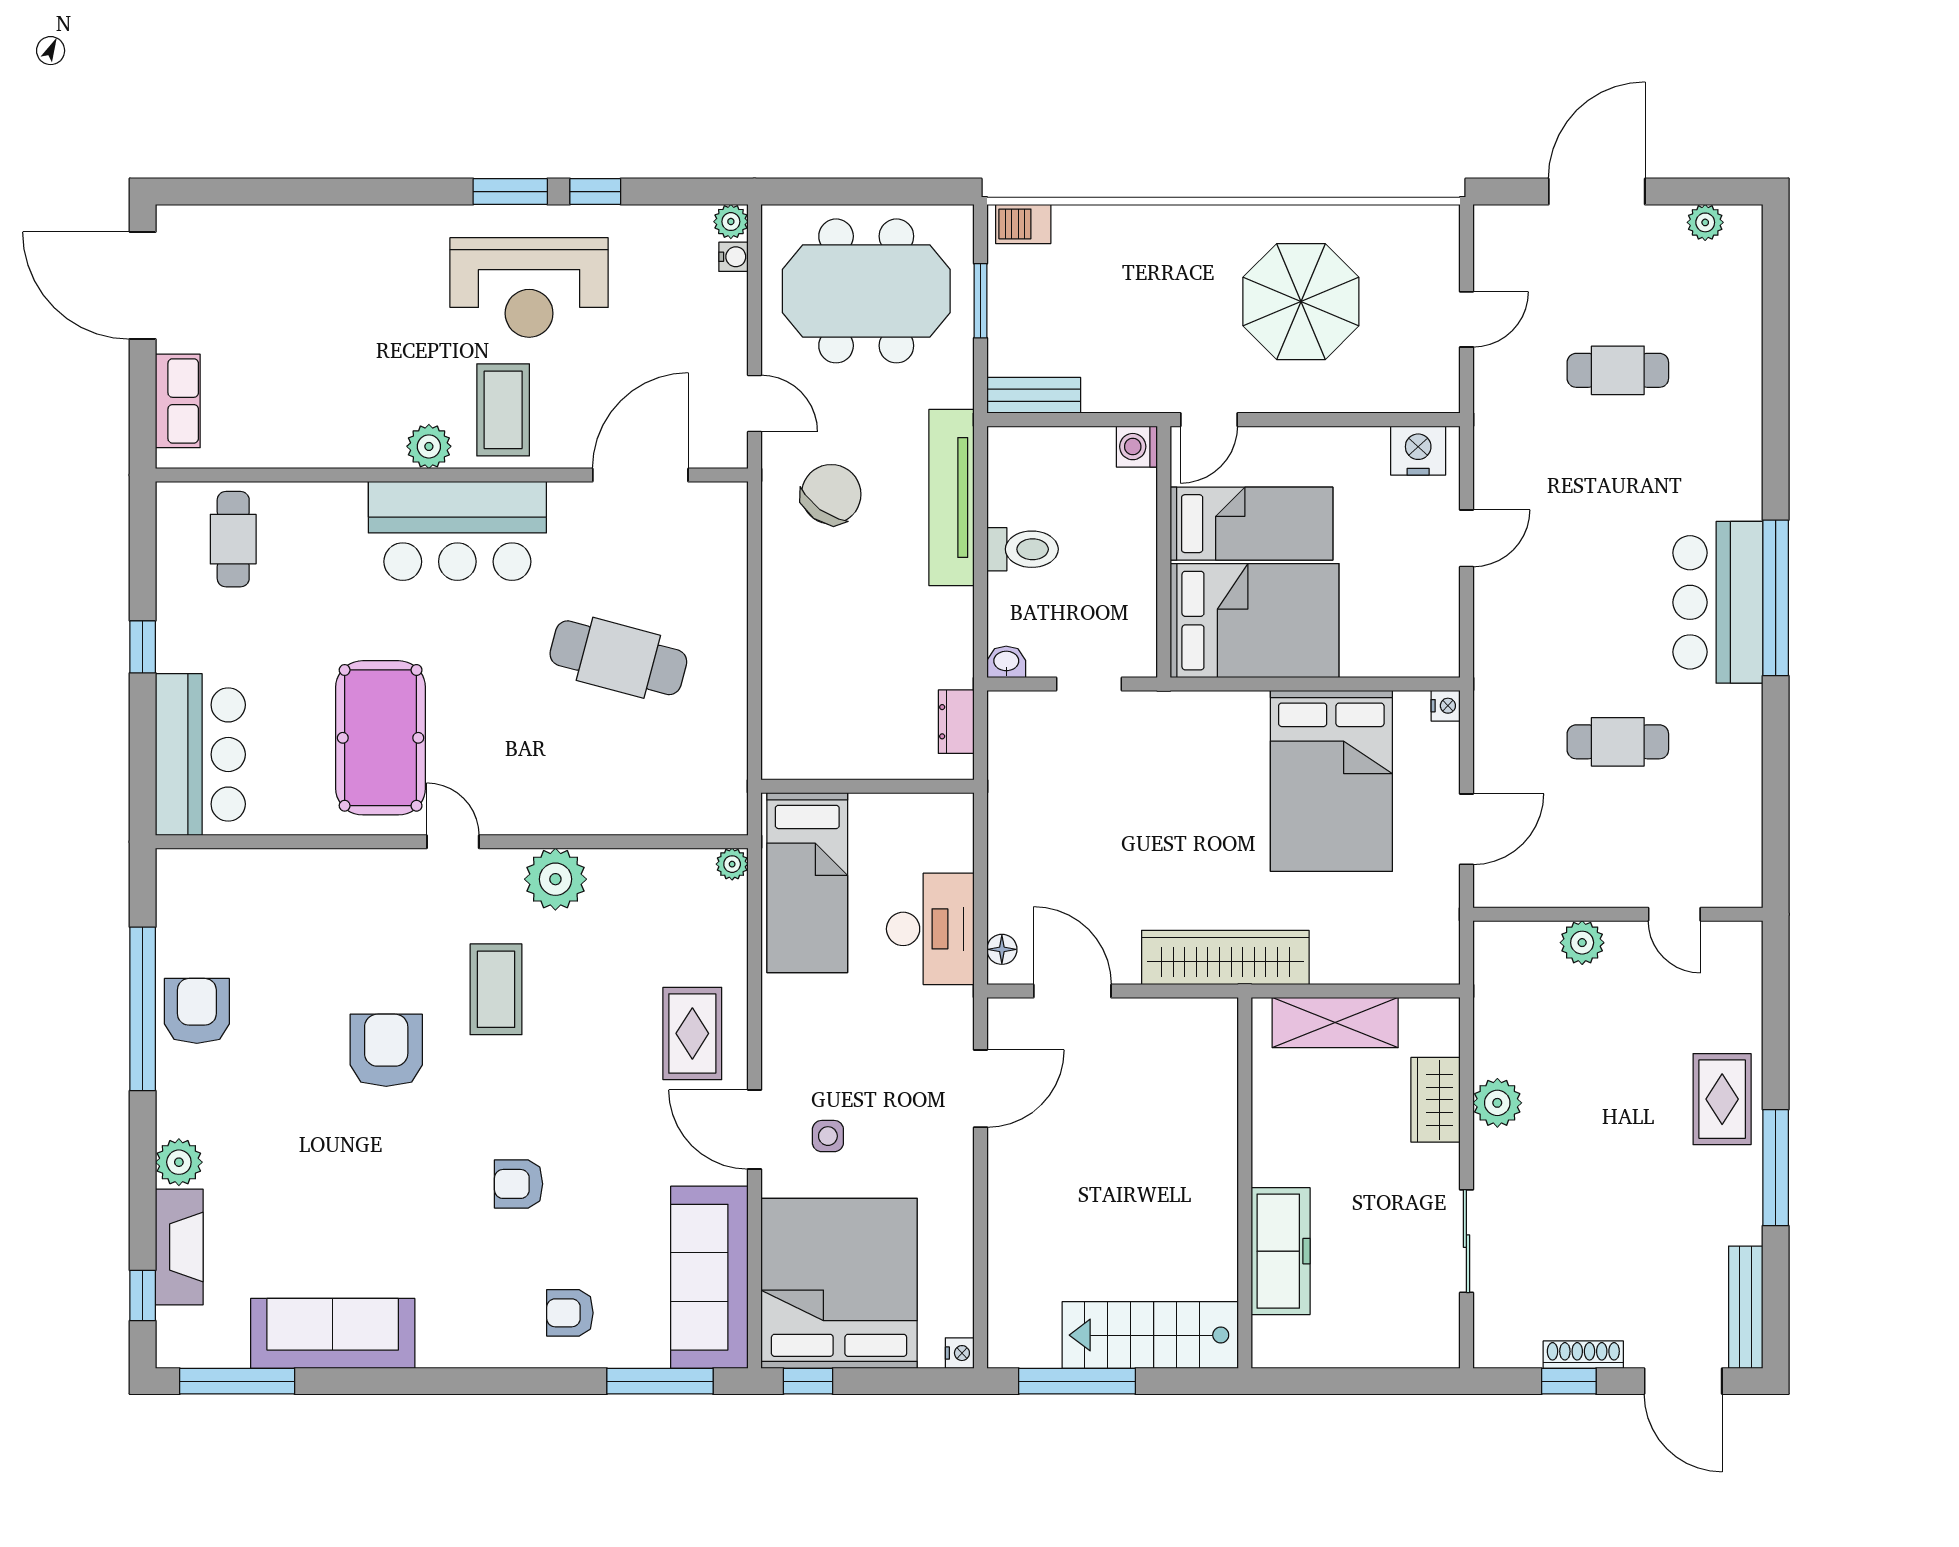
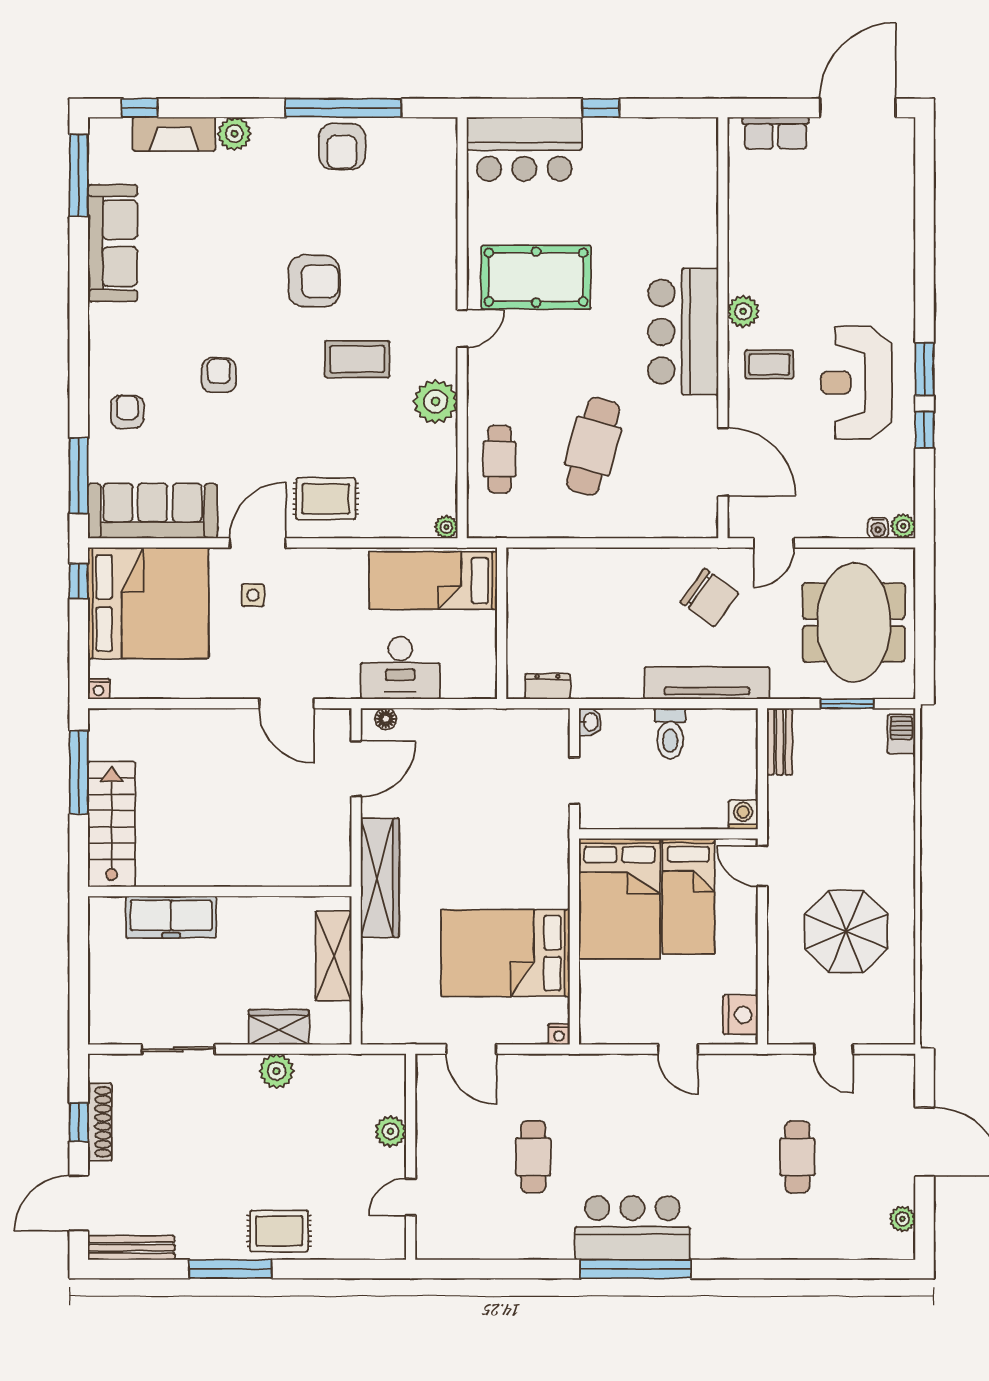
coffee table: (503, 410) -> (769, 364), width x0.73, depth x0.77
cafe table: (233, 539) -> (499, 459), moved, turned 90
armchair: (197, 1011) -> (342, 146), turned 90
shoe rack: (1583, 1355) -> (100, 1122), width x1.36, depth x1.24

